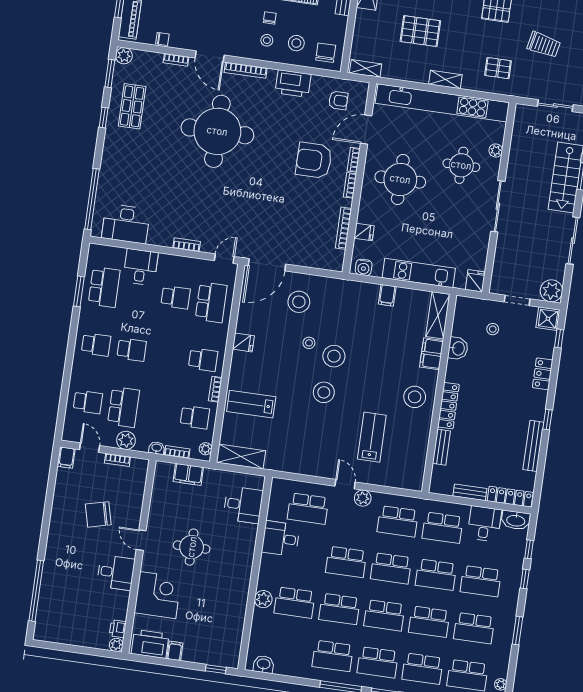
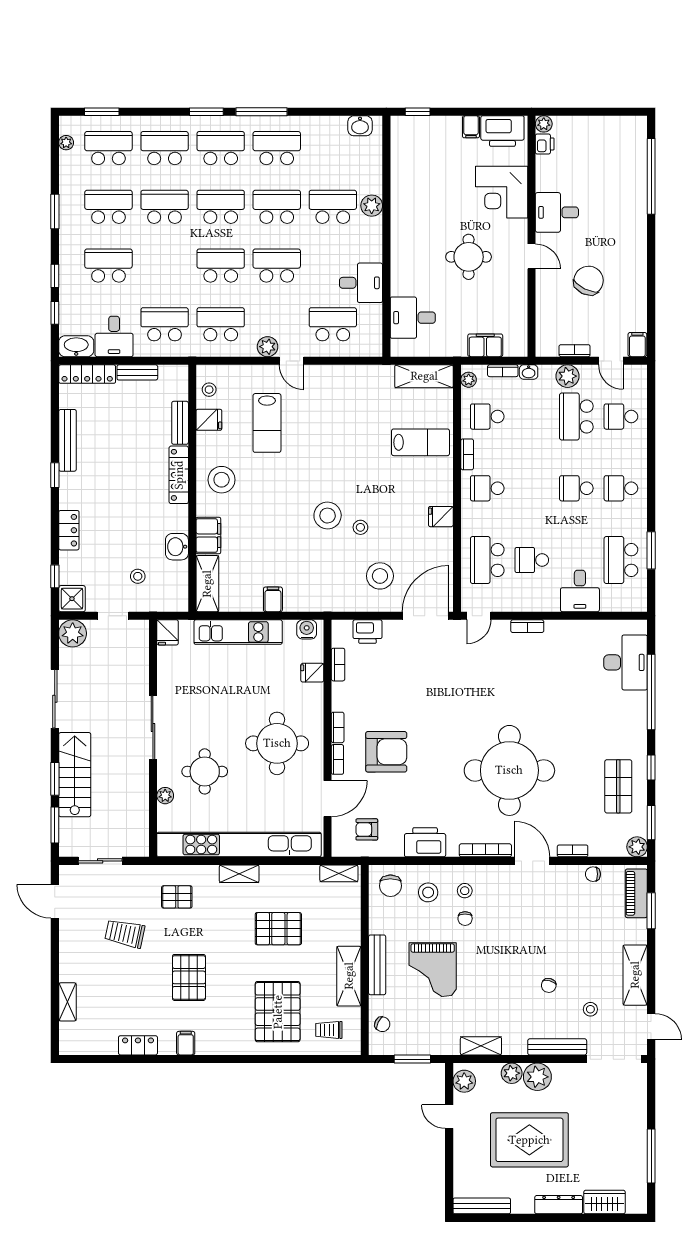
window: (92, 199) -> (651, 692), moved
desk: (126, 224) -> (626, 662), moved, turned 90
bookcase: (344, 228) -> (338, 665), width x0.64
printer: (315, 259) -> (368, 632), added
stool: (324, 392) -> (209, 390), moved, width x0.53, depth x0.53
fridge: (418, 446) -> (209, 420), added
chair: (98, 514) -> (589, 281), turned -50
school desk: (436, 575) -> (165, 266), removed

